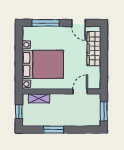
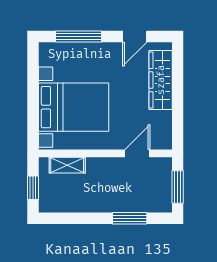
door: (79, 23) -> (135, 36), hinge flipped
window: (54, 130) -> (130, 218), moved

